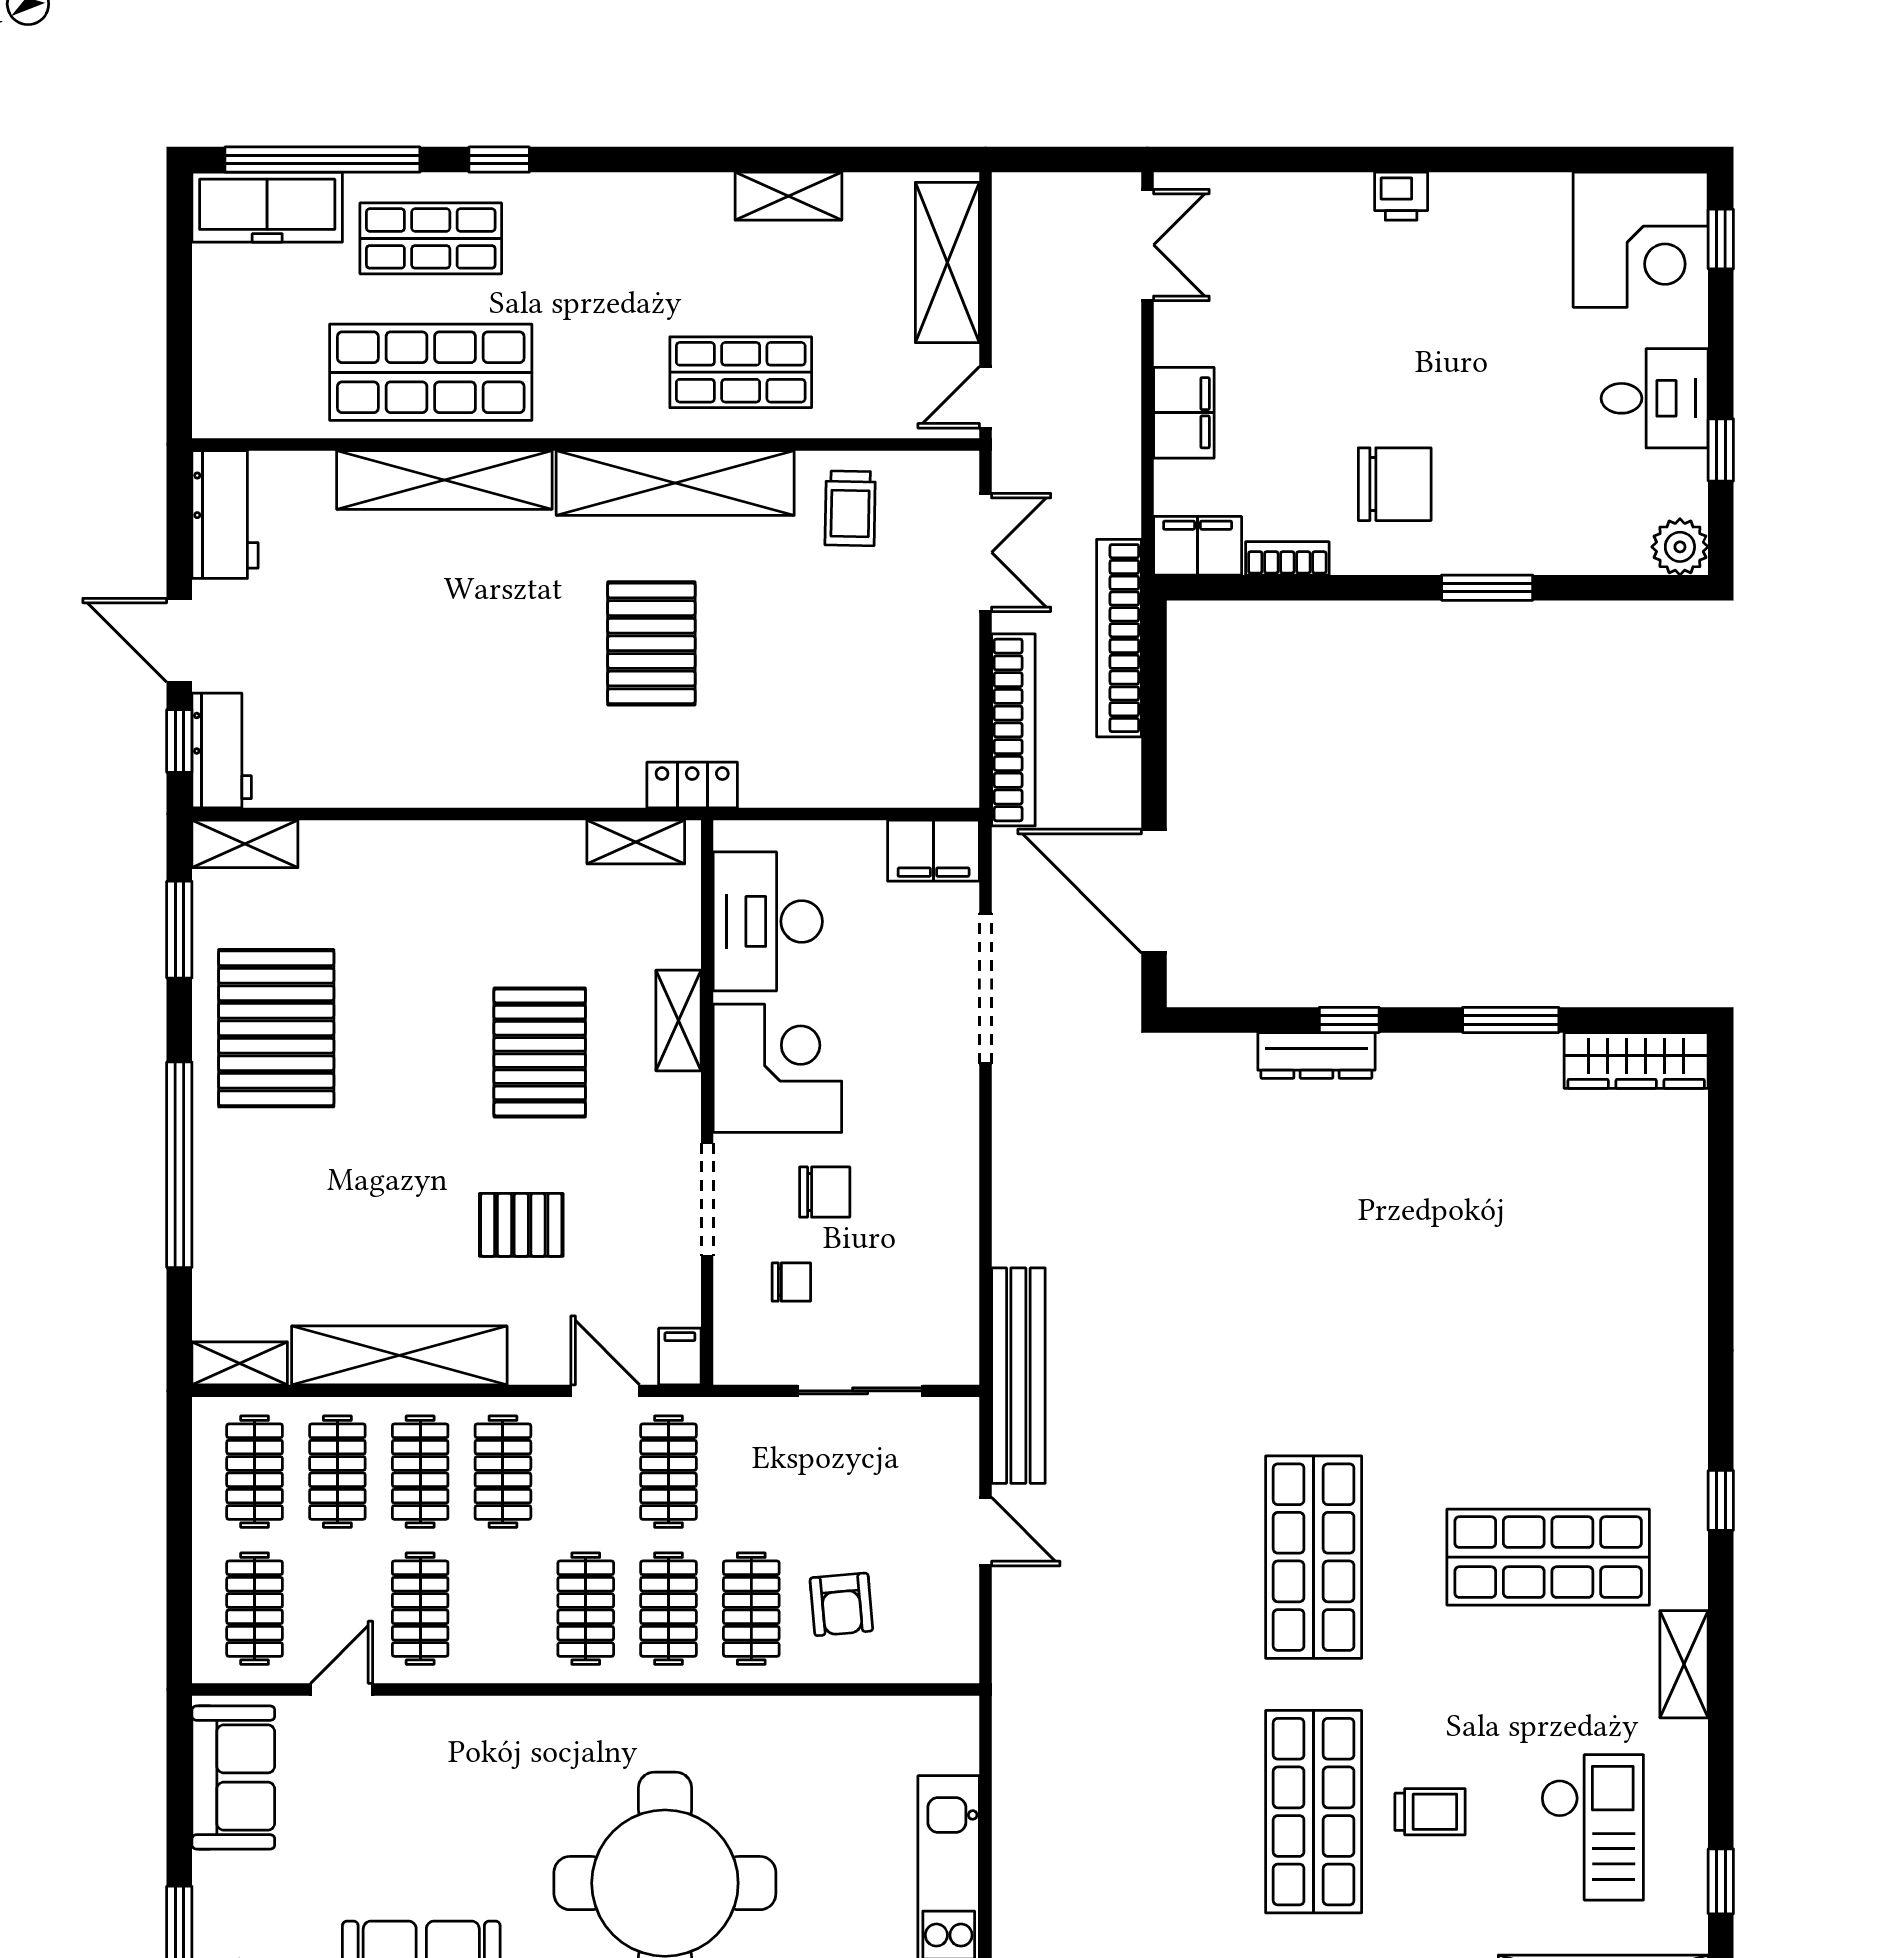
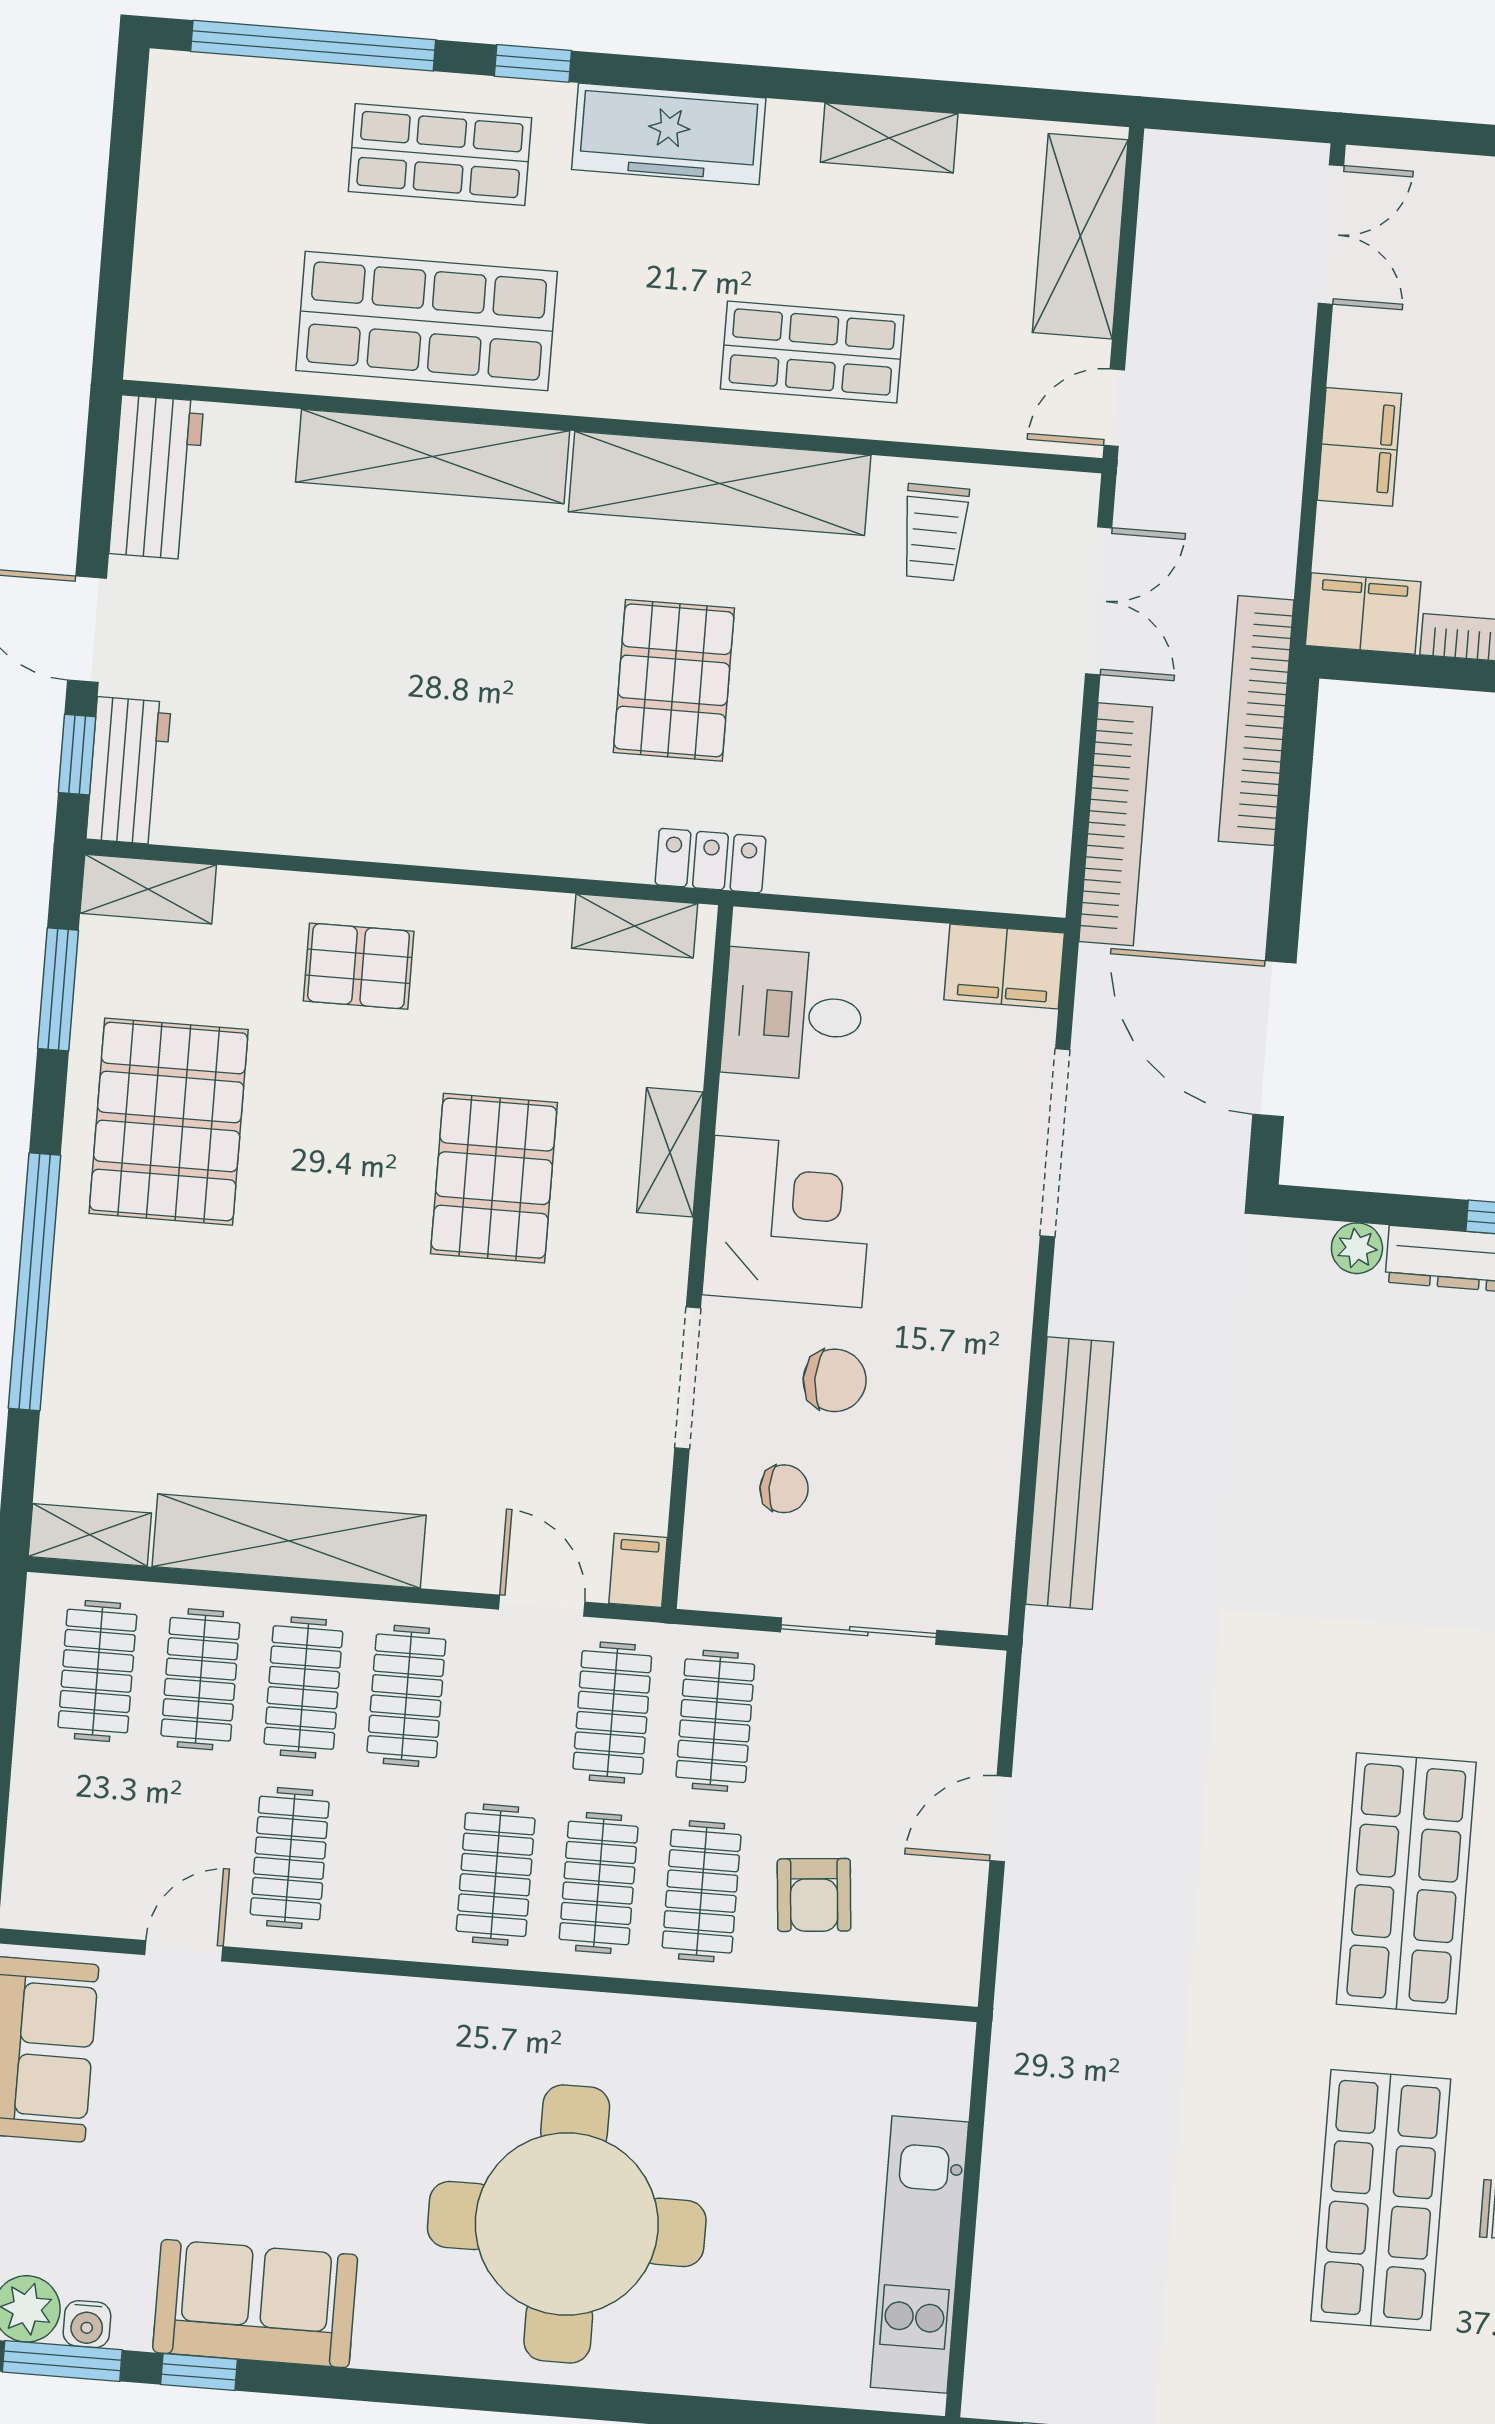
freezer: (267, 207) -> (669, 134), moved
desk: (768, 921) -> (793, 1015), width x0.73
plant: (1233, 1053) -> (1357, 1248), added
pallet: (521, 1225) -> (359, 966), moved
bench: (1018, 1376) -> (1070, 1473), moved
door: (986, 1532) -> (1001, 1819), swing flipped
clothes rail: (255, 1609) -> (715, 1721), moved

